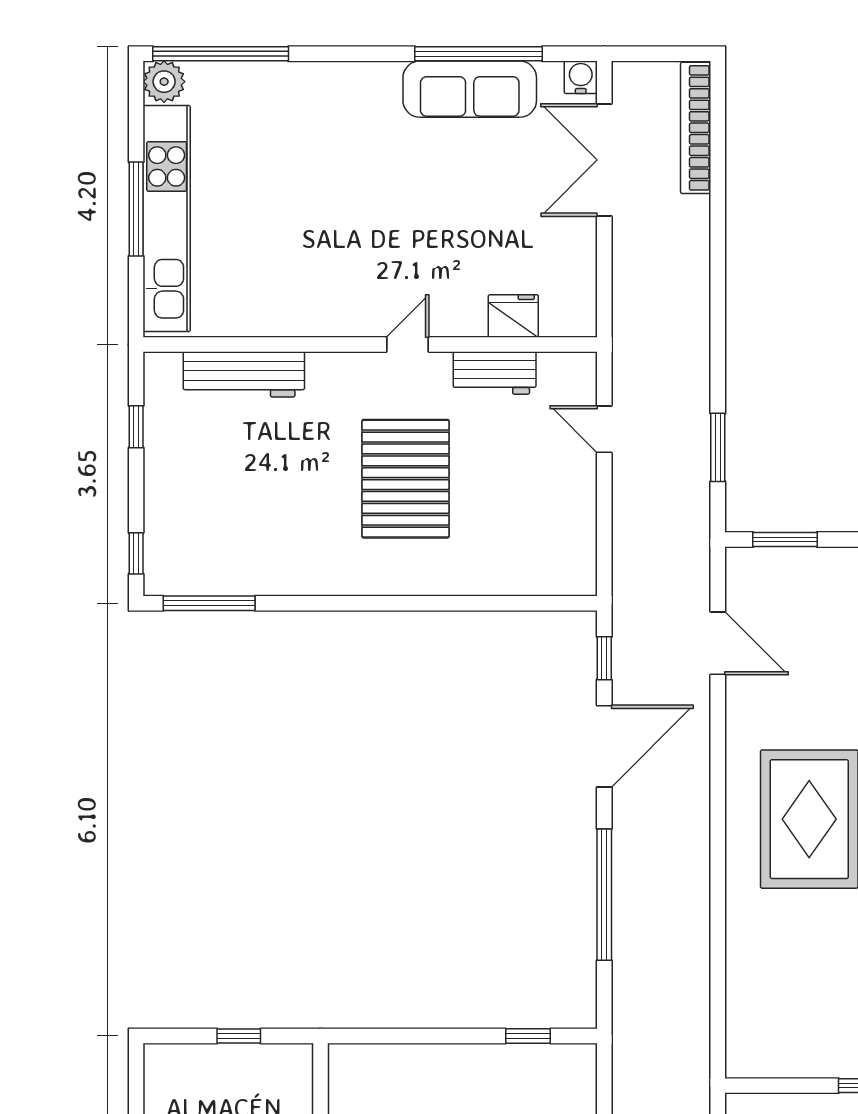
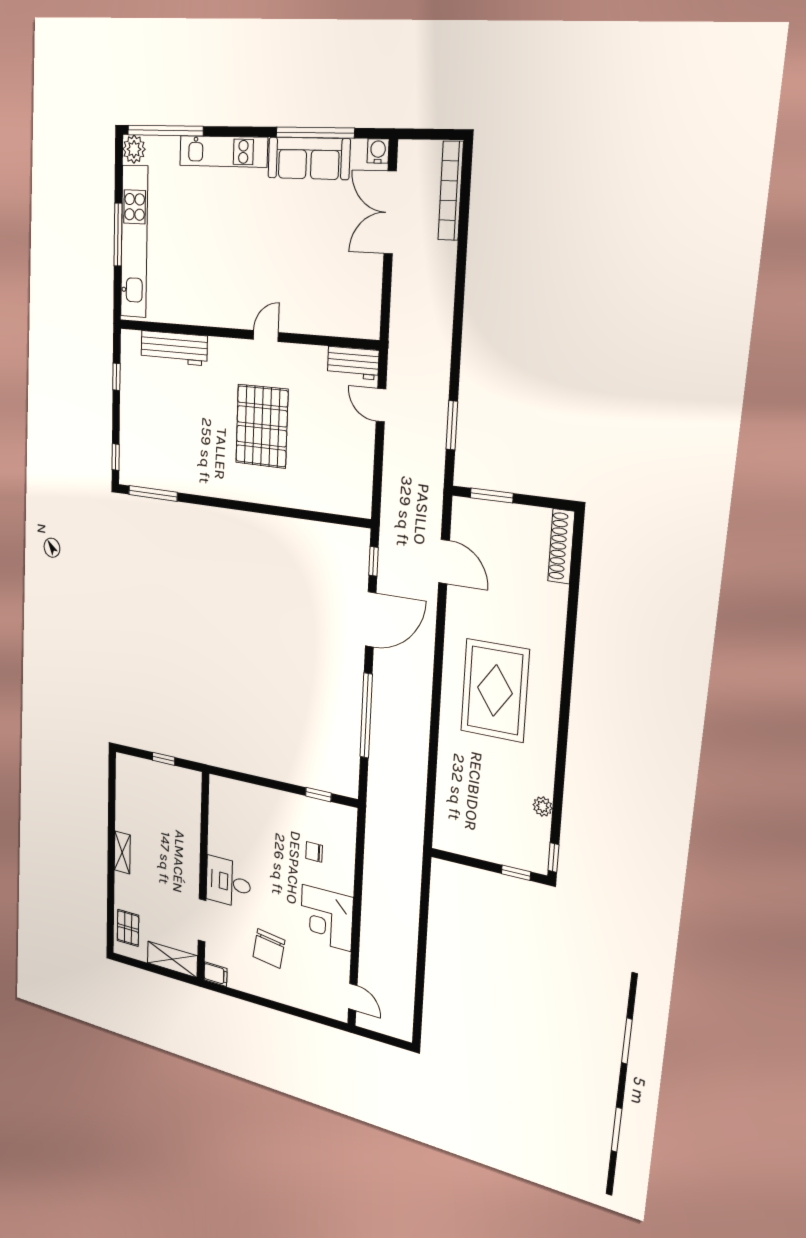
kitchen unit: (325, 82) -> (223, 151), added
fridge: (513, 316) -> (329, 321), removed
workbench: (495, 373) -> (353, 363), moved

